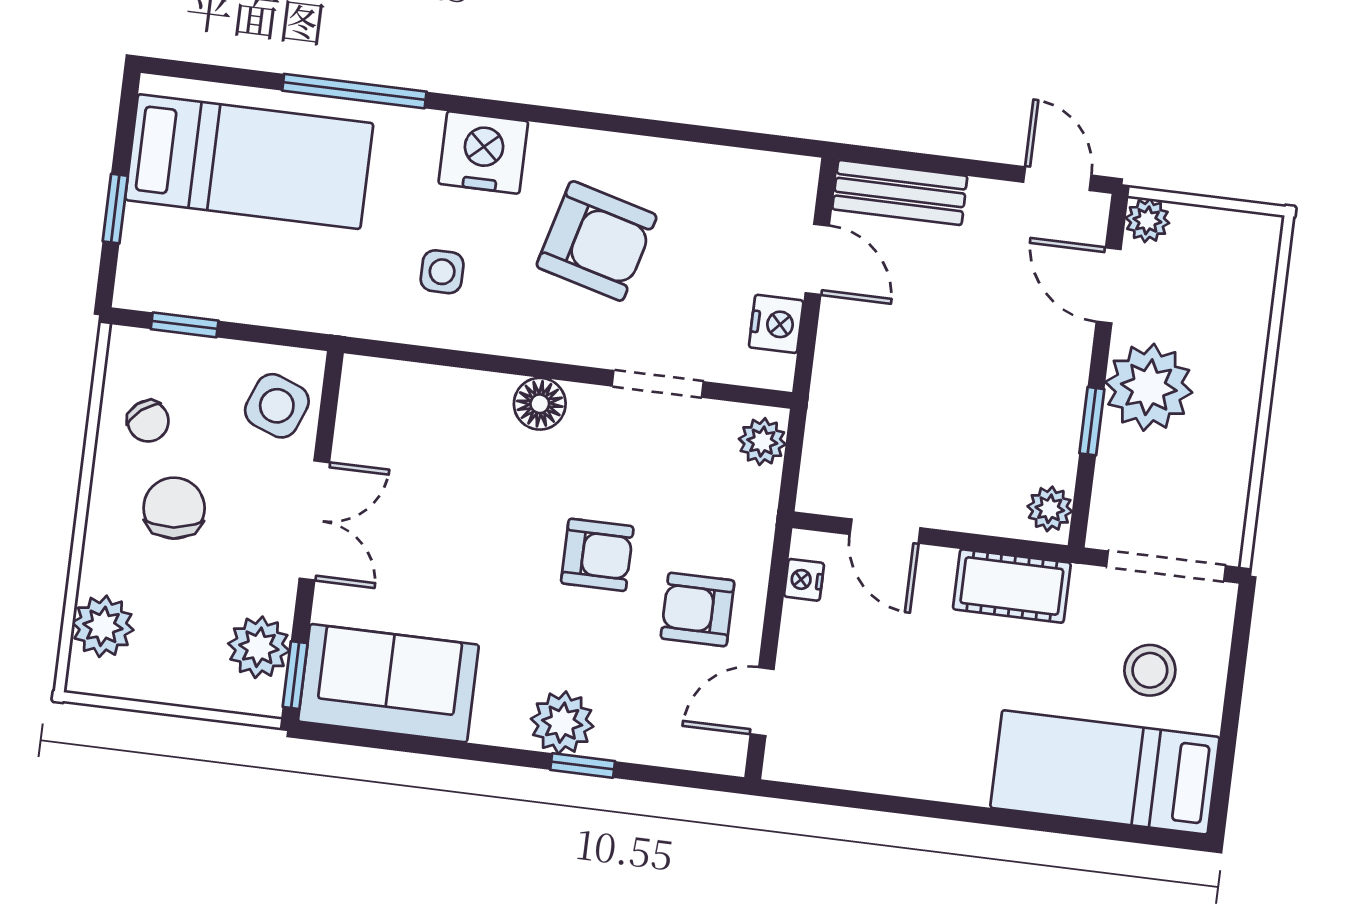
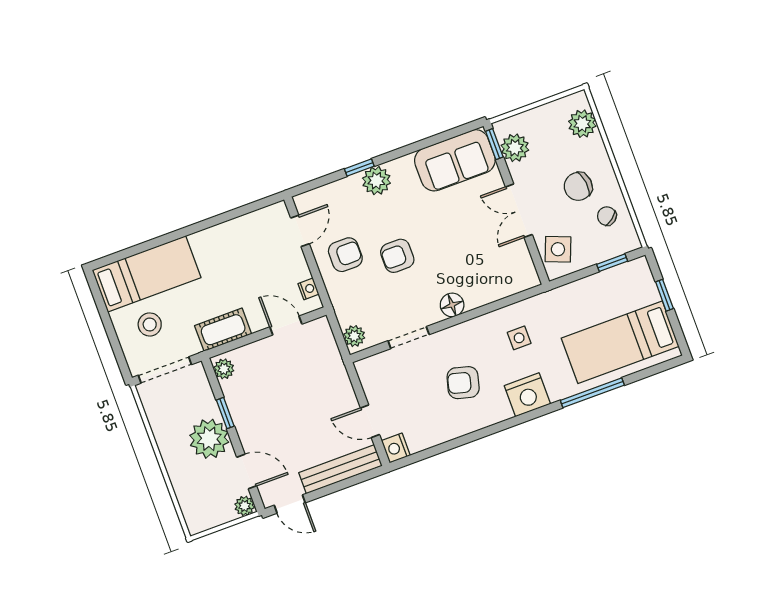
bench: (900, 193) -> (340, 469), width x1.36
armchair: (597, 241) -> (463, 383), width x0.72, depth x0.72
nightstand: (776, 324) -> (396, 448), moved
chair: (174, 508) -> (578, 186), turned 89

